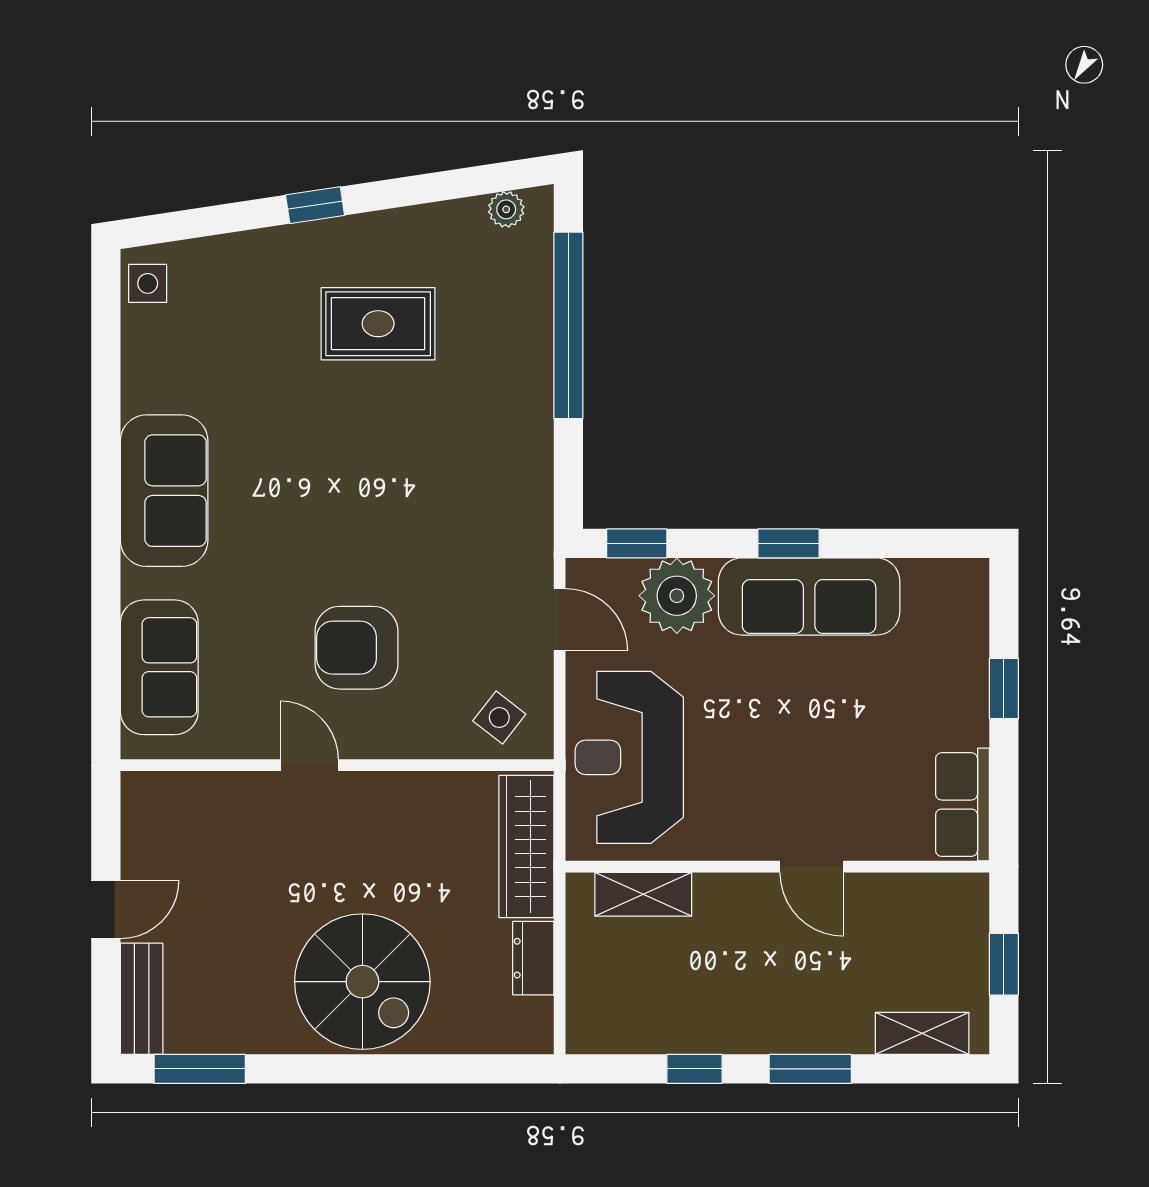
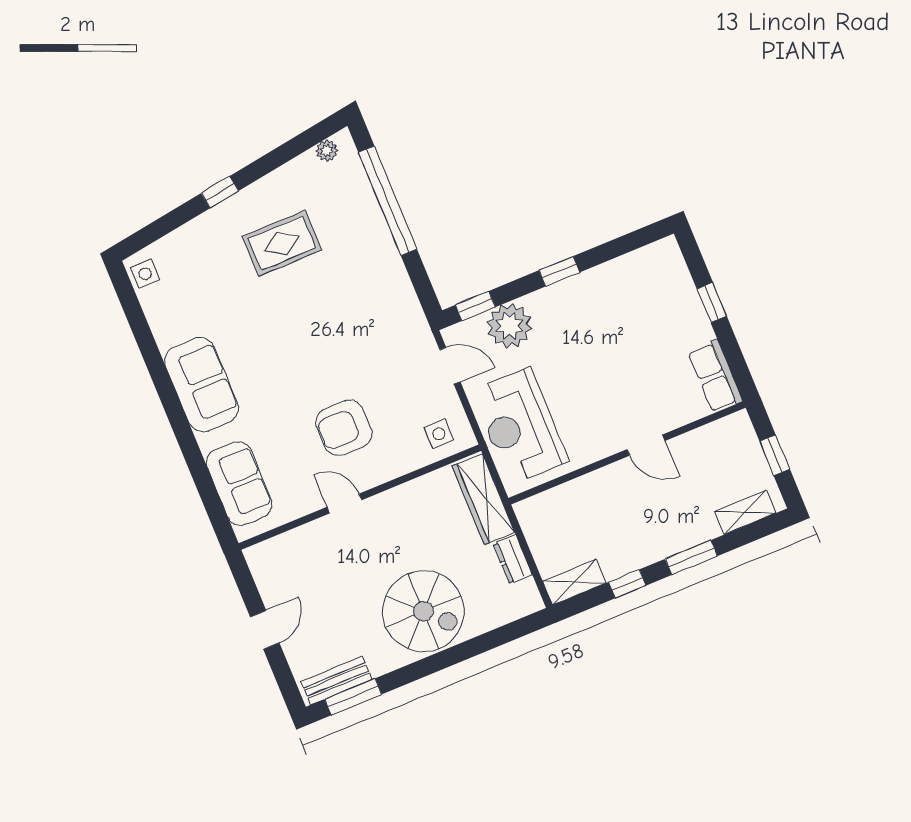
sofa: (809, 596) -> (583, 296), removed
side table: (499, 717) -> (439, 434), turned -38
shelving: (643, 894) -> (574, 582), moved
bench: (142, 999) -> (337, 681), moved, turned 90

